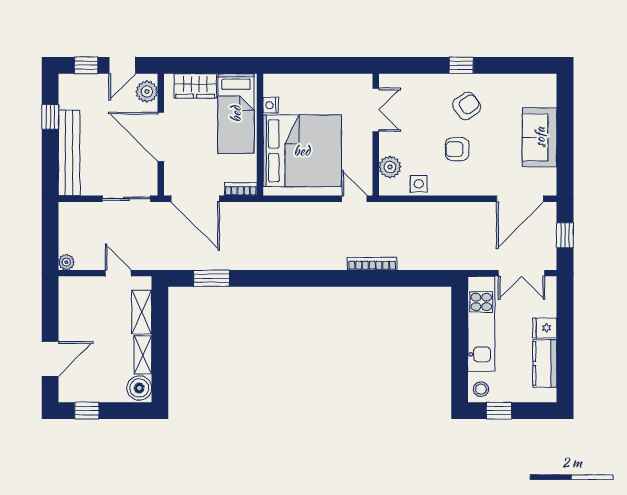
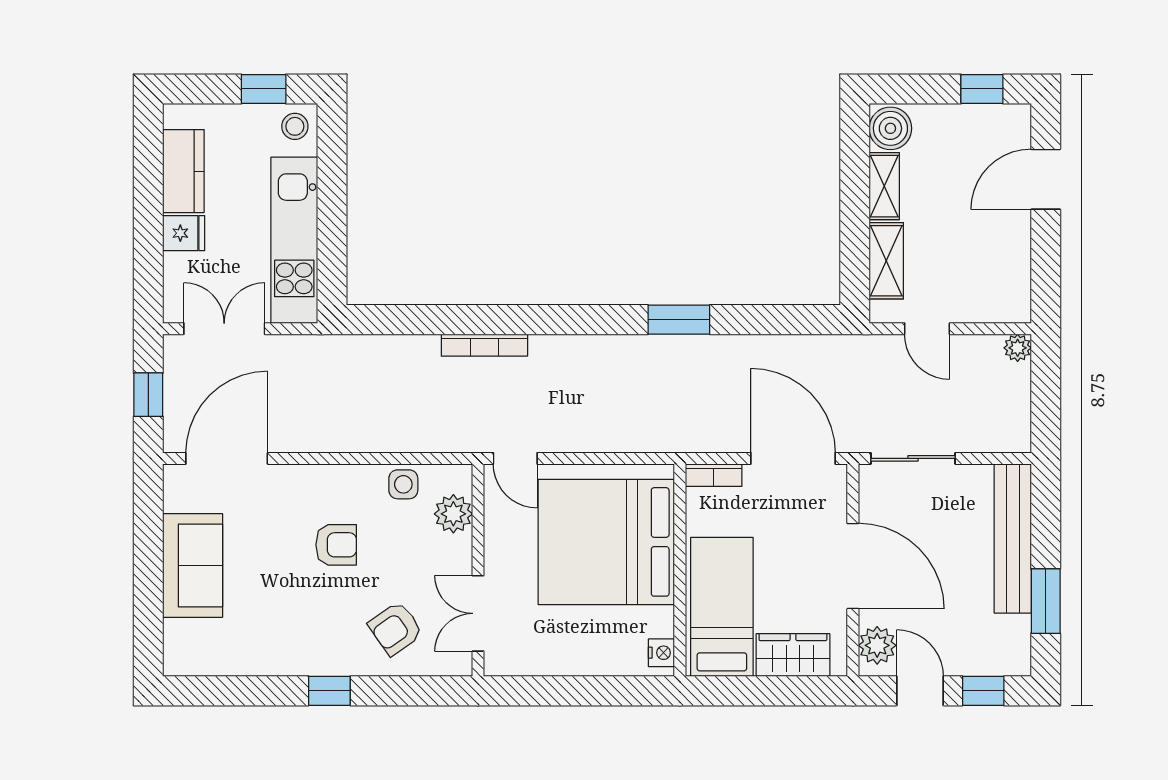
door: (122, 65) -> (920, 691), hinge flipped
nightstand: (271, 105) -> (661, 653), moved
armchair: (467, 106) -> (396, 629), moved
window: (50, 117) -> (1046, 601), width x1.50
window: (212, 278) -> (679, 320), moved

